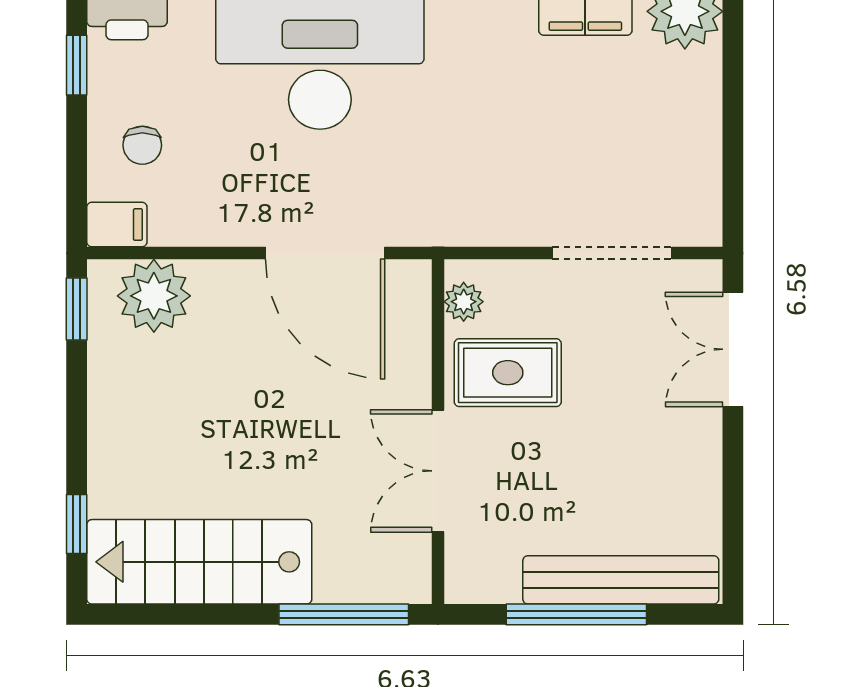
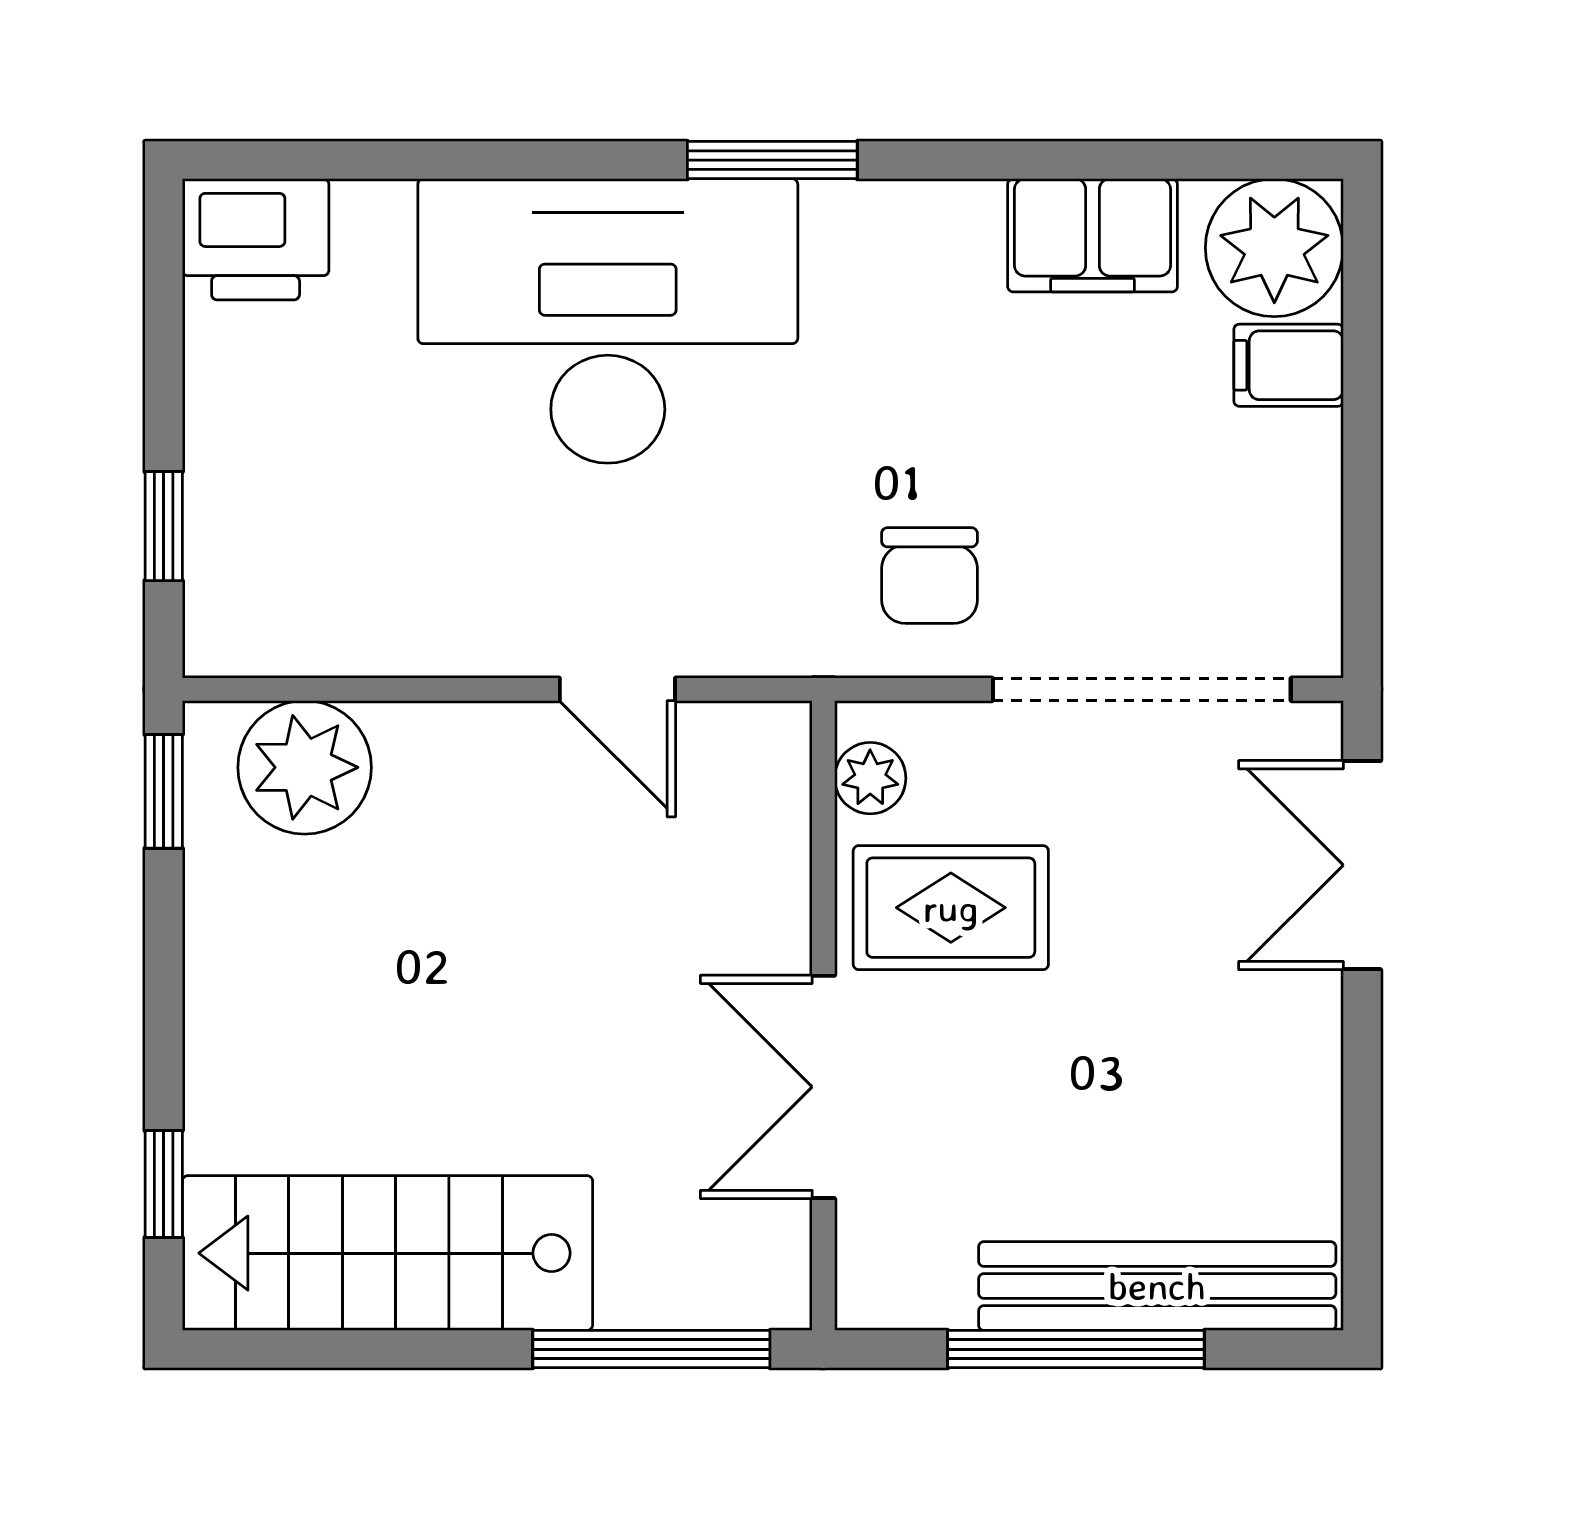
window: (77, 65) -> (164, 526), moved
chair: (142, 145) -> (929, 576), moved, width x1.37, depth x1.37
filing cabinet: (117, 225) -> (1289, 365), moved, turned 180
door: (325, 253) -> (617, 689), width x0.53
doorway: (612, 253) -> (1142, 689), width x1.36

